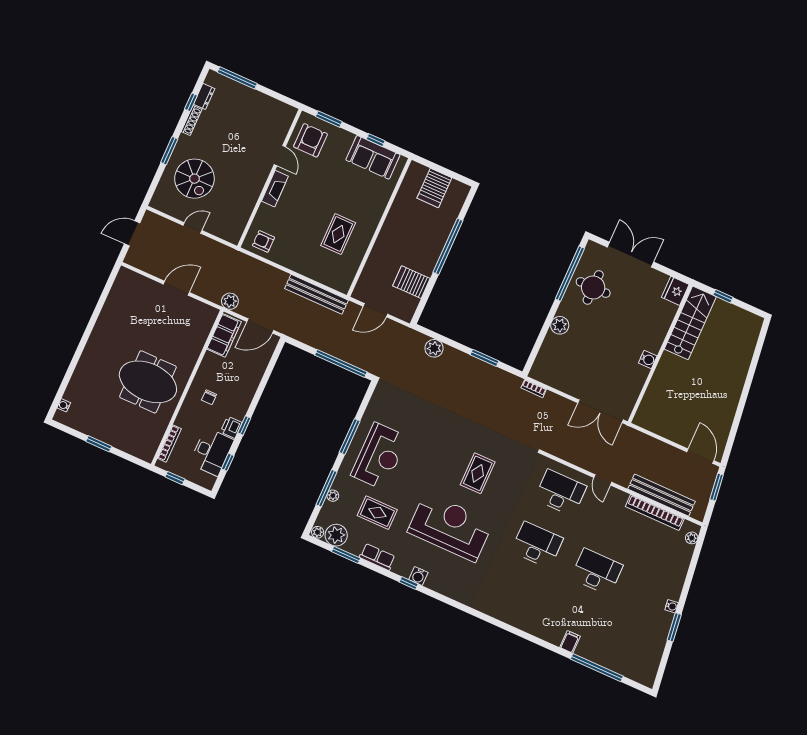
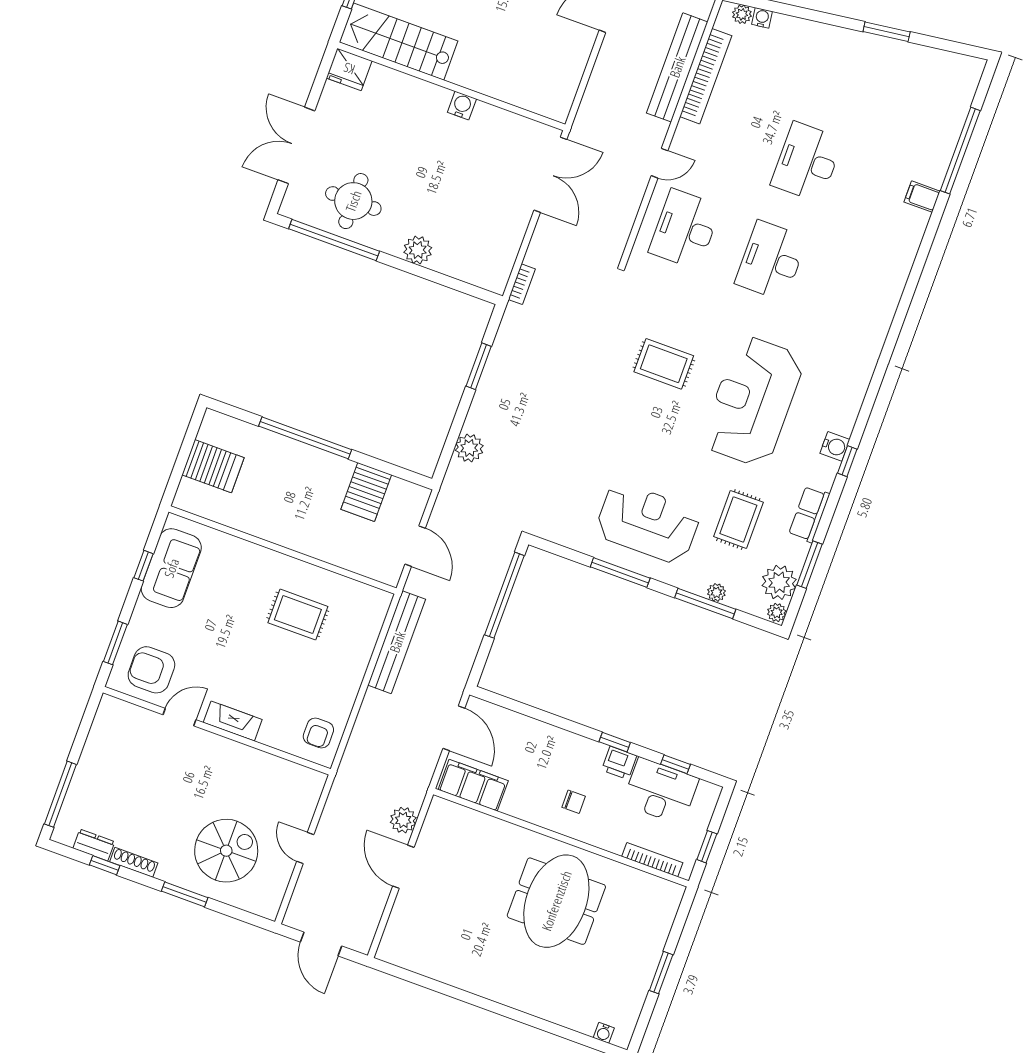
plant: (230, 301) -> (403, 820), moved
water cooler: (672, 606) -> (762, 18), moved

